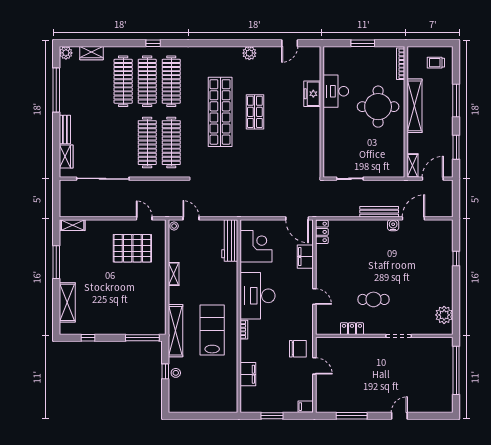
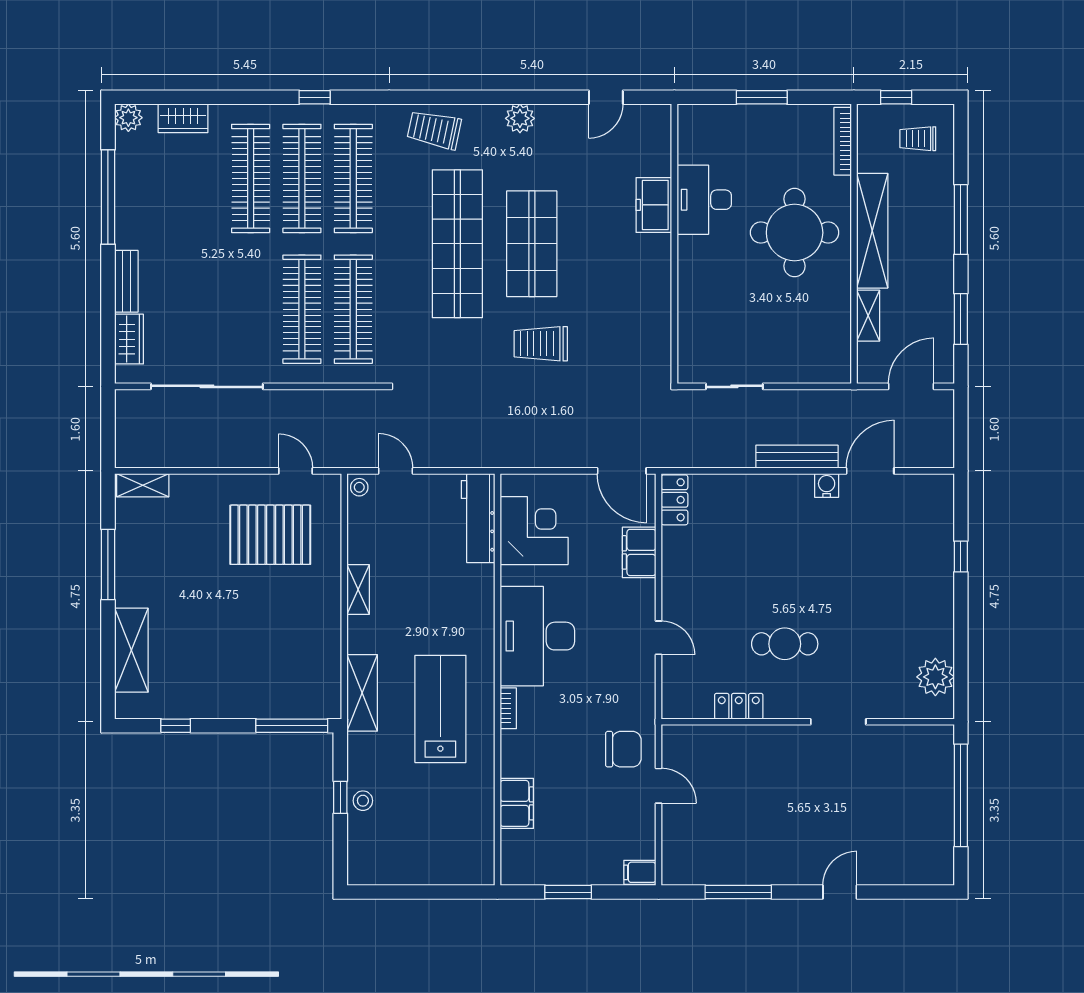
window: (426, 43) -> (896, 97), added
trolley: (209, 58) -> (434, 130), added
shop shelf: (255, 112) -> (532, 244), width x1.43, depth x1.36
trolley: (259, 159) -> (541, 344), added
shelving: (413, 166) -> (868, 316), moved
shelving: (175, 331) -> (362, 693), width x0.68

